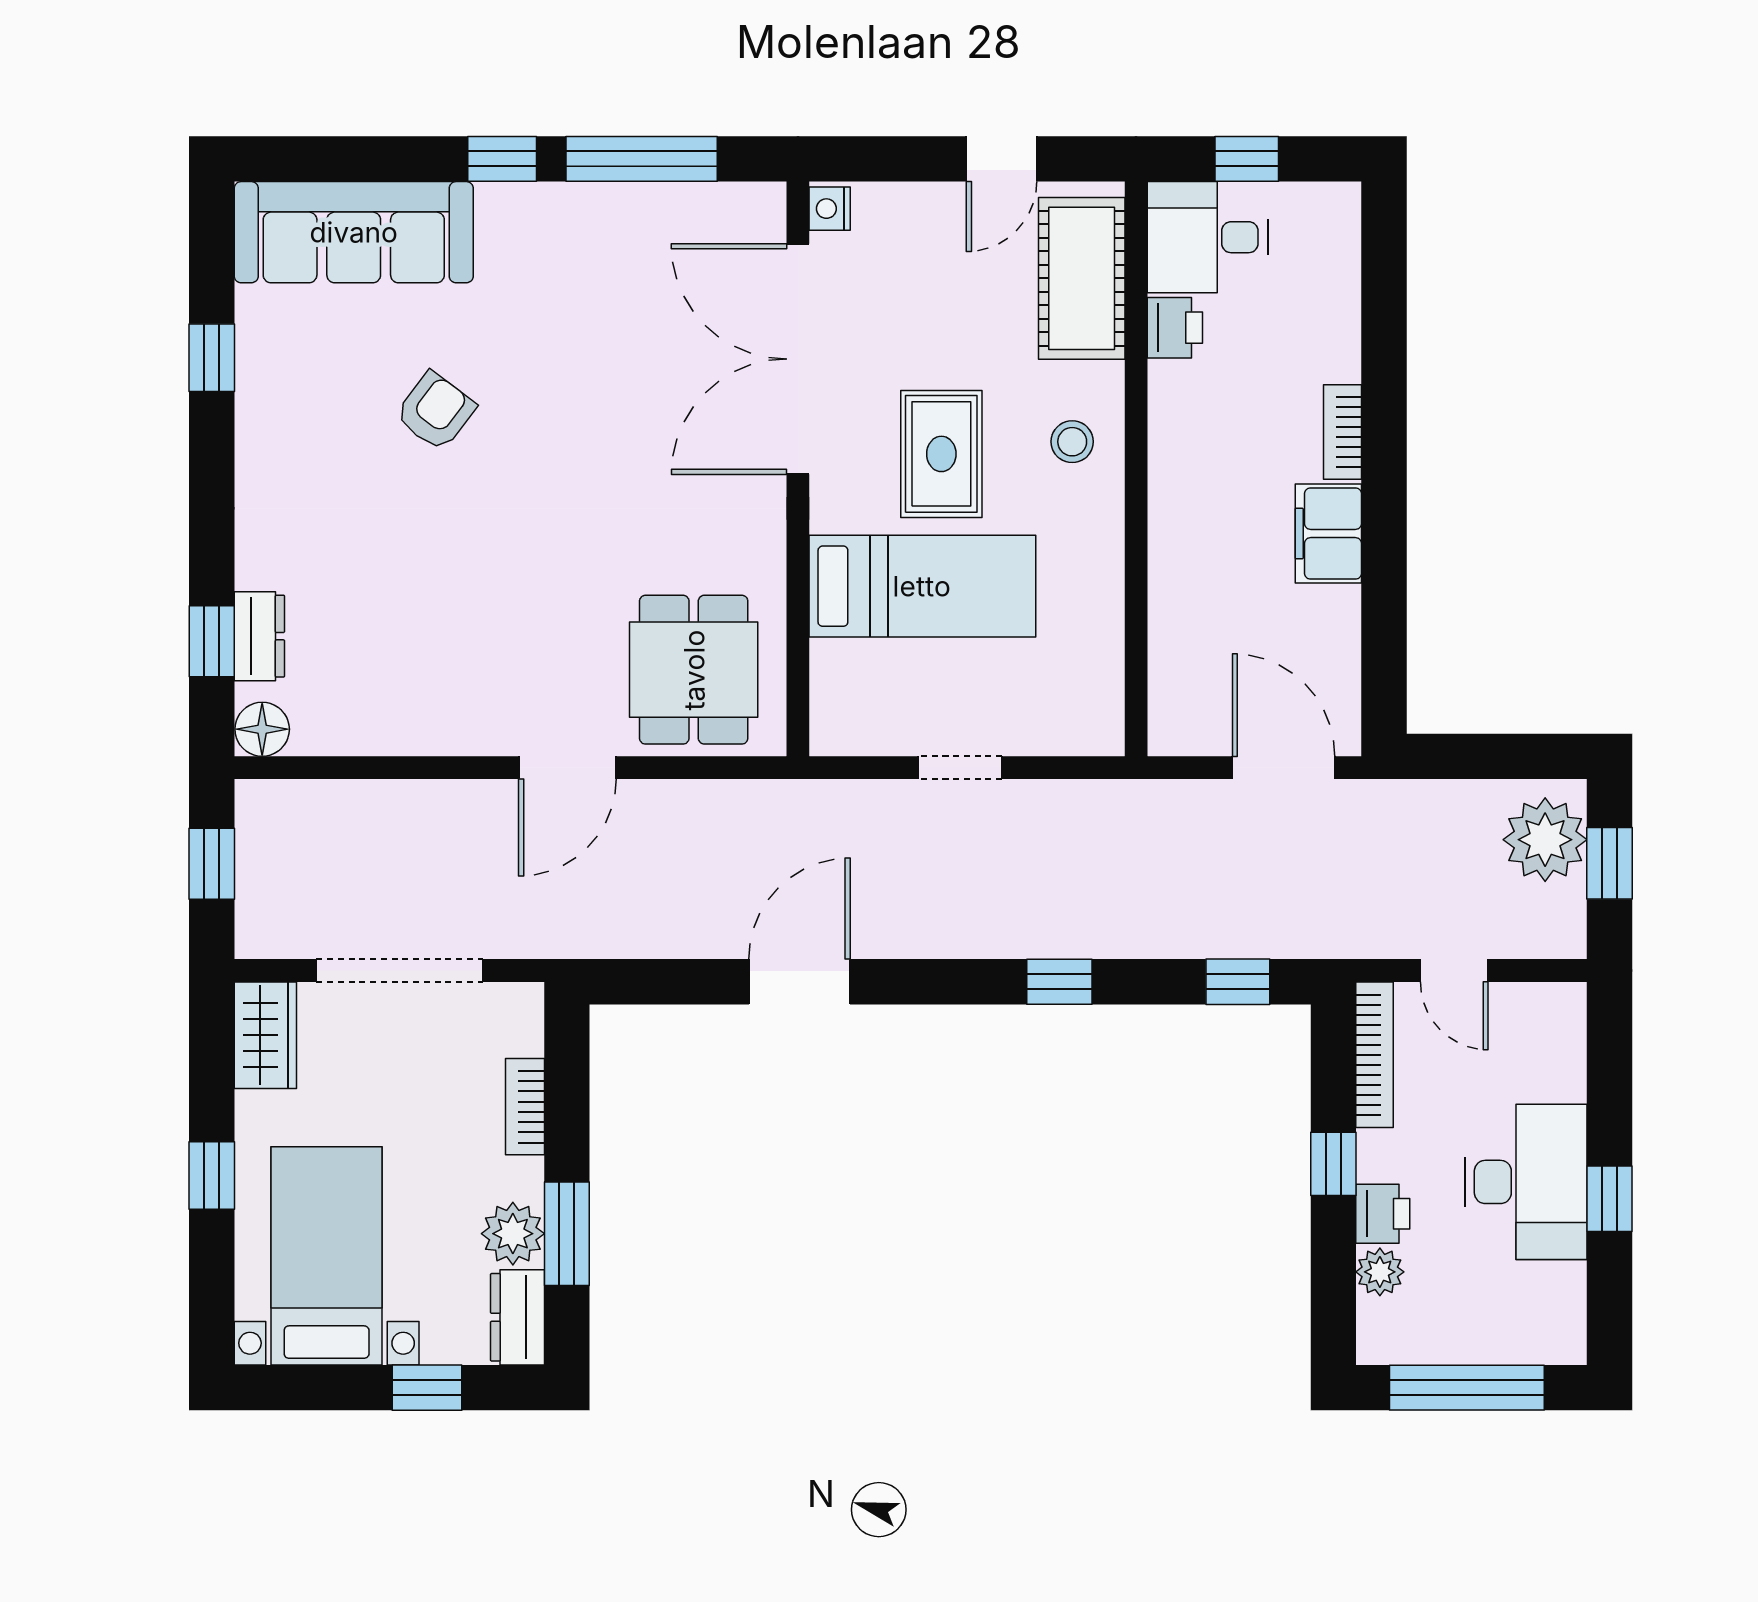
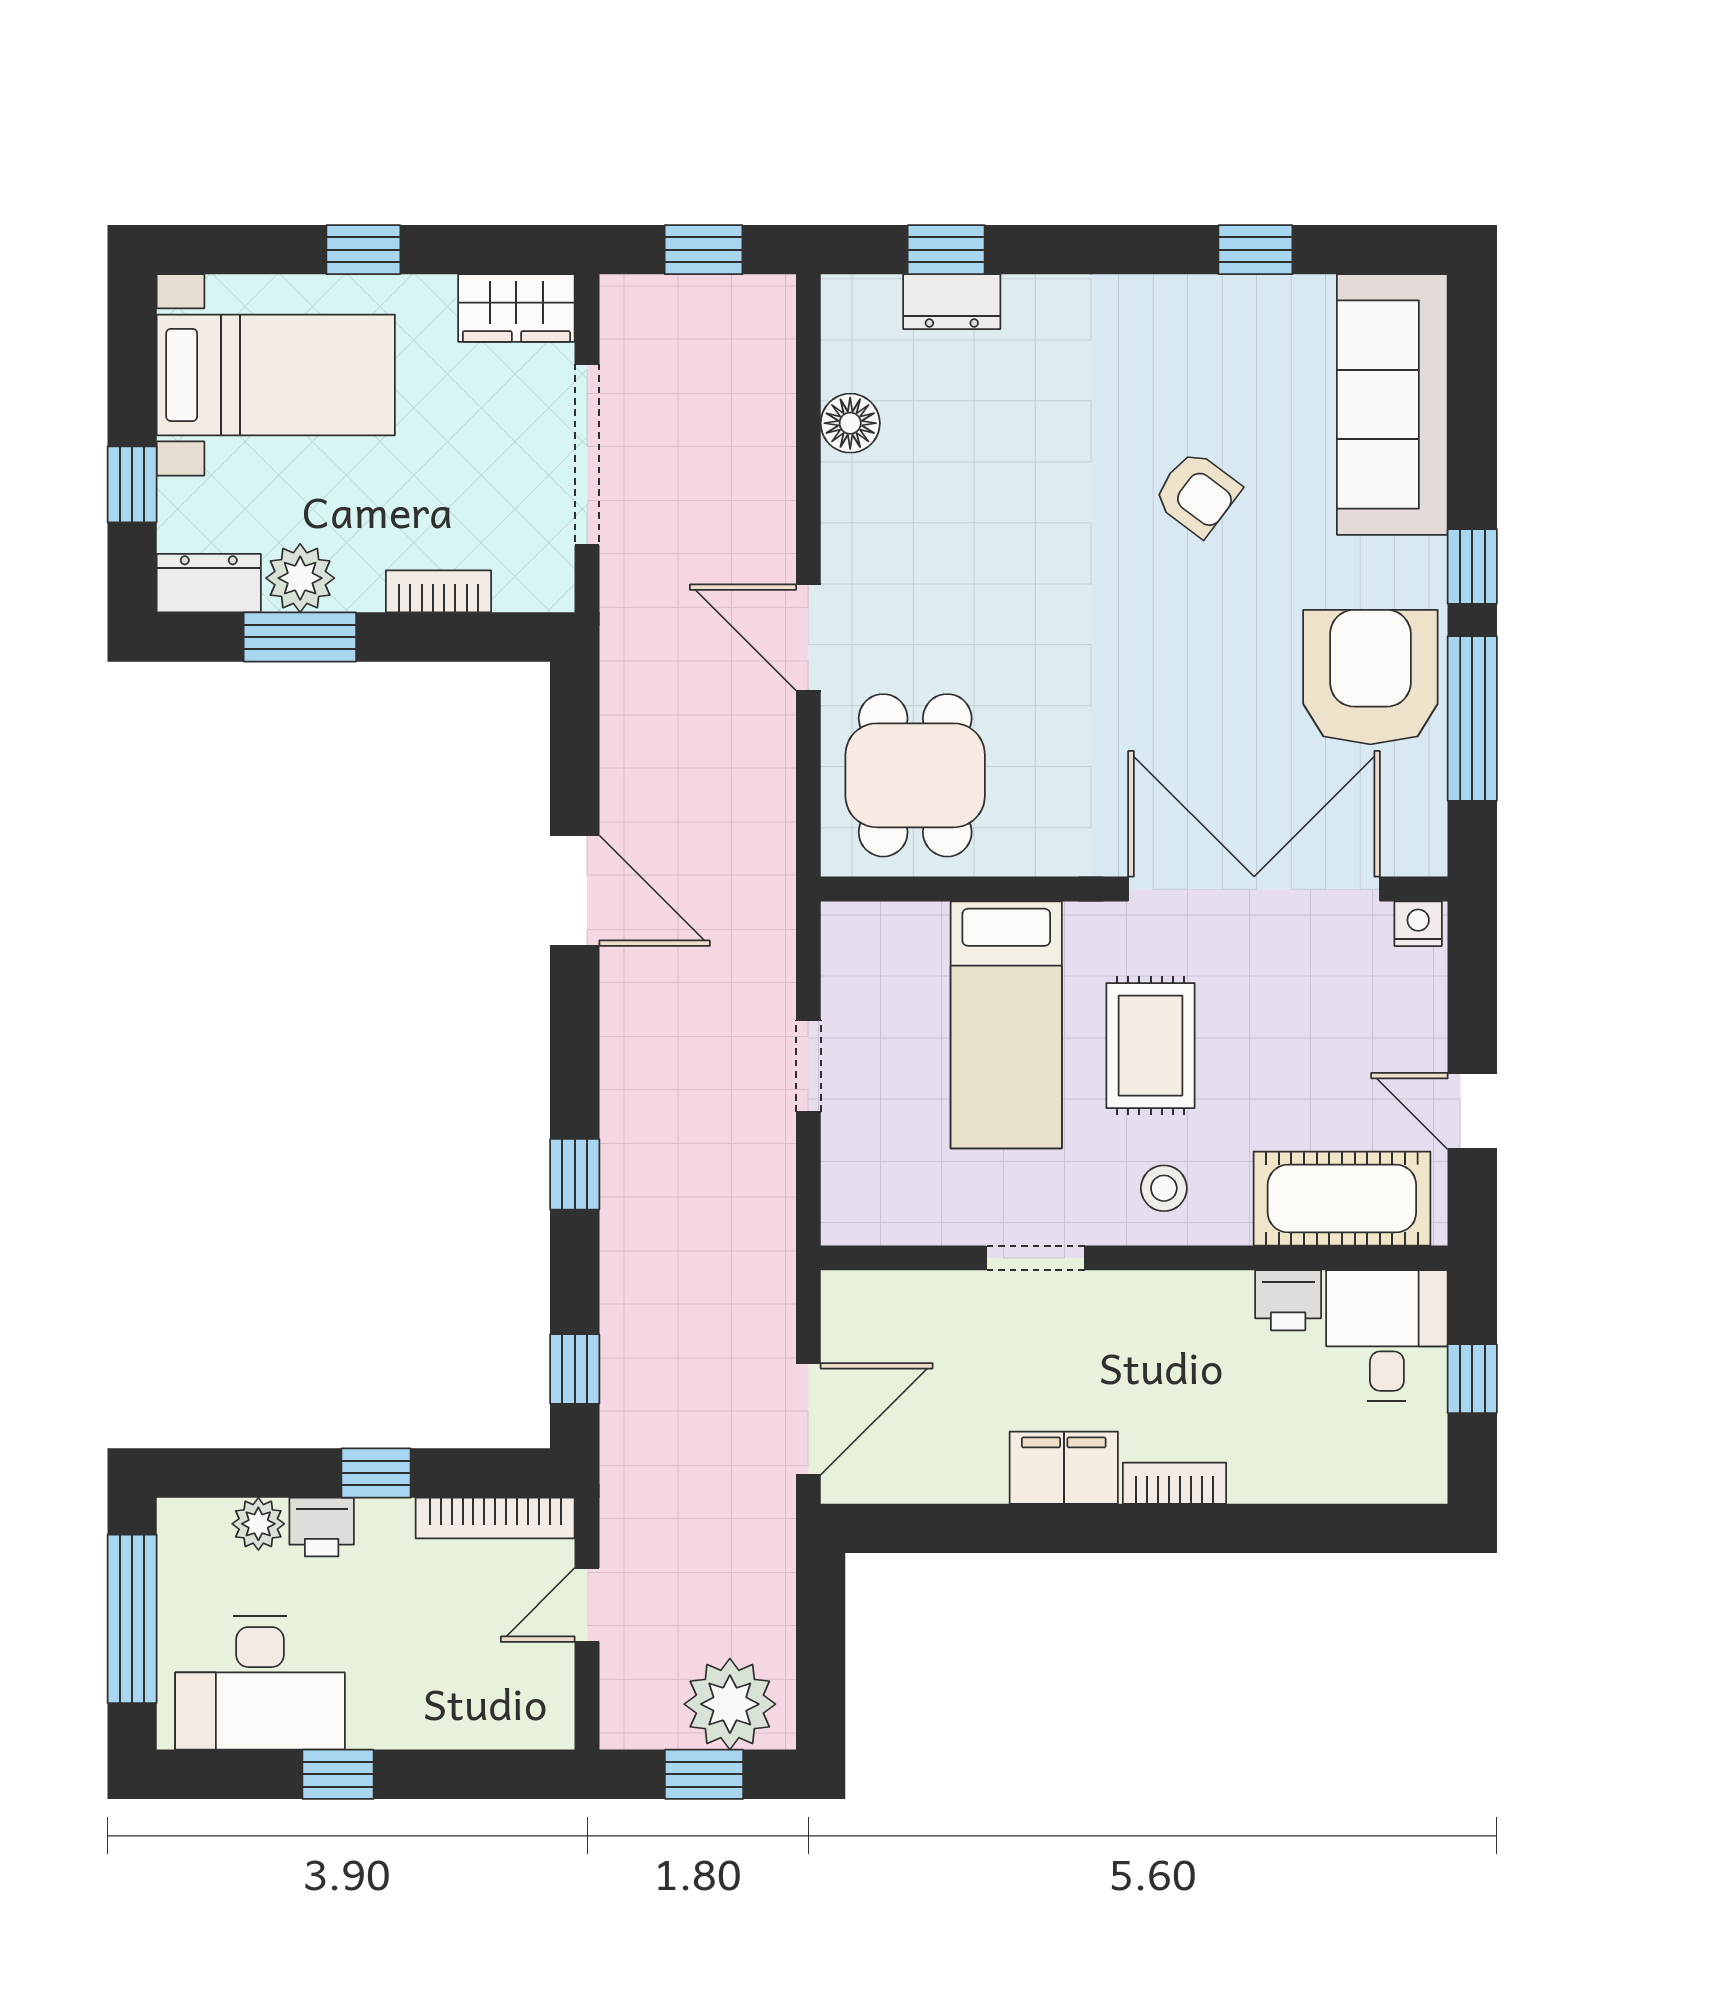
armchair: (604, 252) -> (1370, 677), added
rug: (941, 454) -> (1151, 1046), turned 90
doorway: (1136, 560) -> (1035, 1258), added
dining table: (694, 670) -> (915, 775), turned 90
floor lamp: (262, 729) -> (850, 423), moved
desk: (1526, 1182) -> (260, 1683), moved

